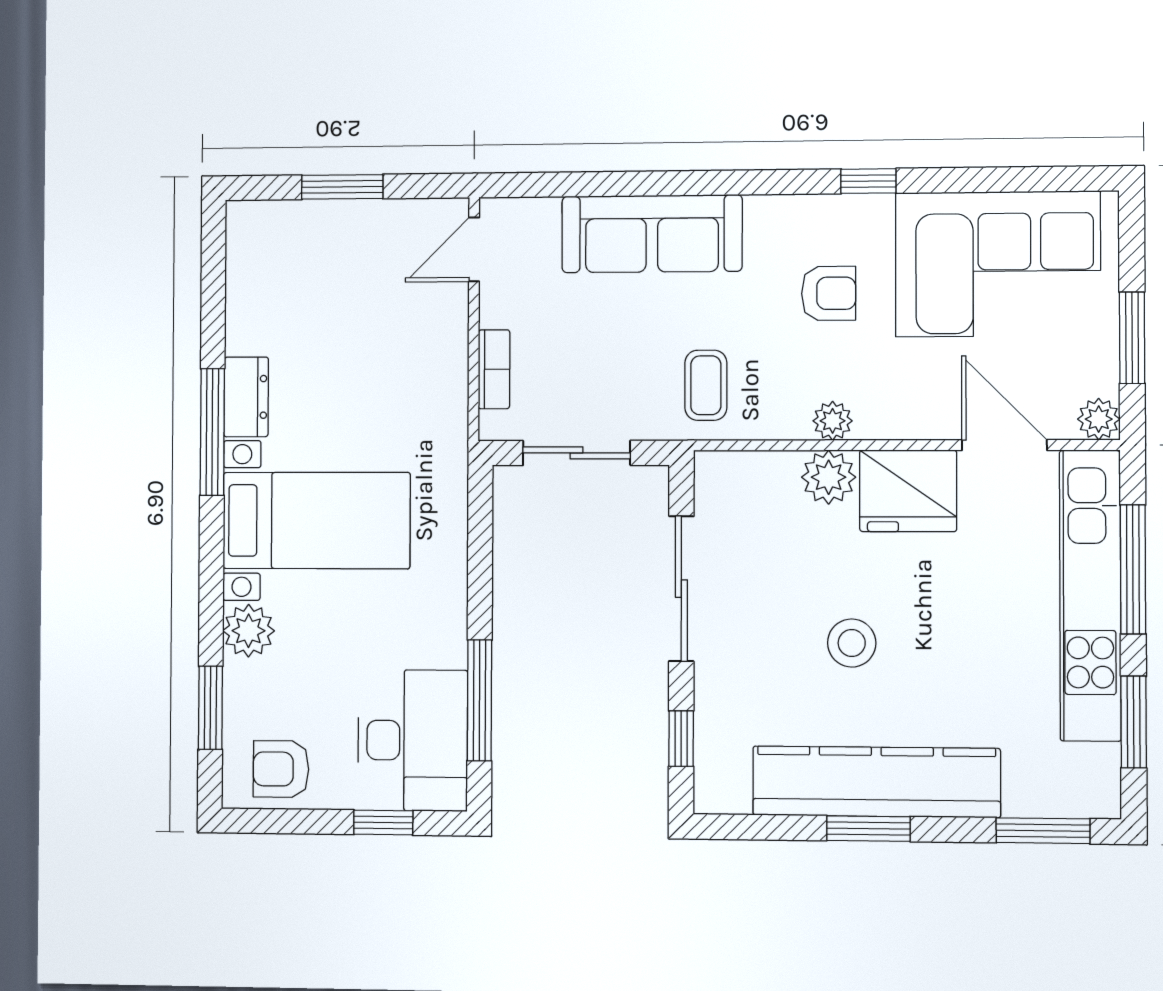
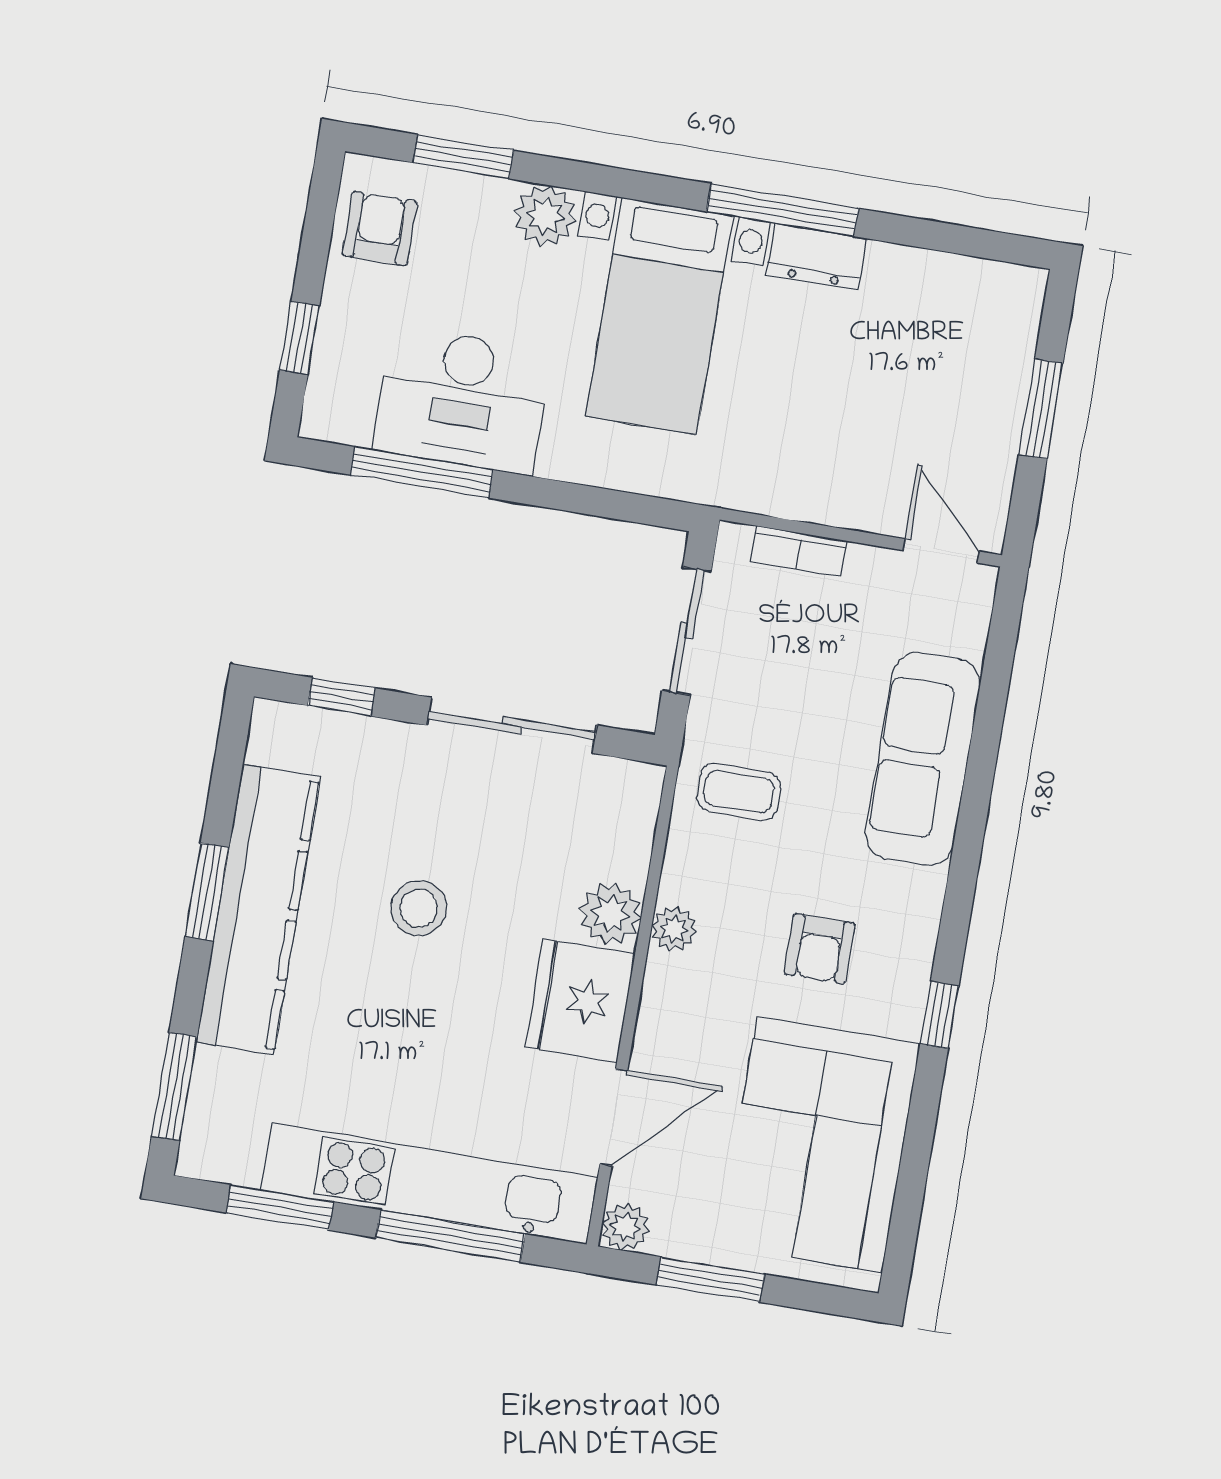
desk: (413, 740) -> (462, 400), moved

